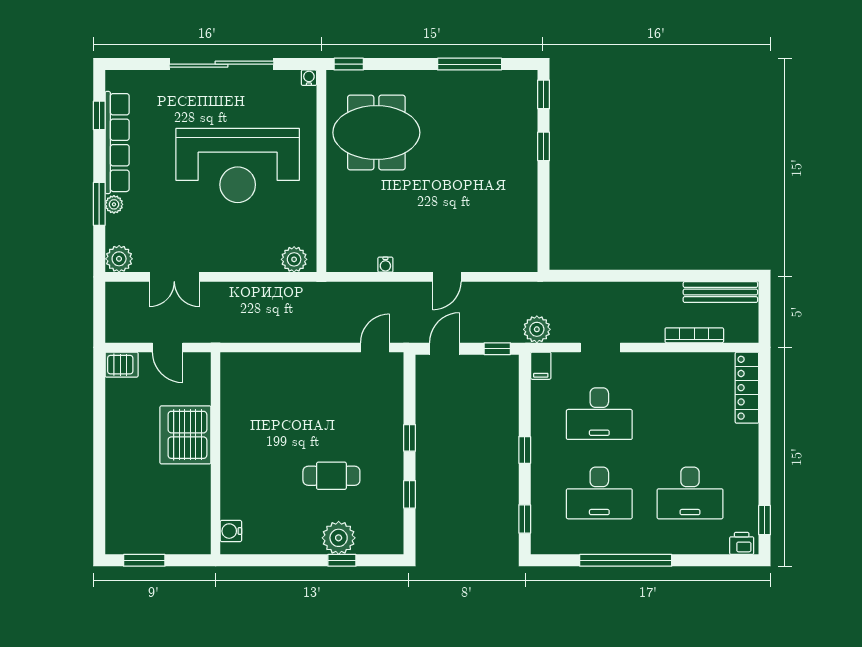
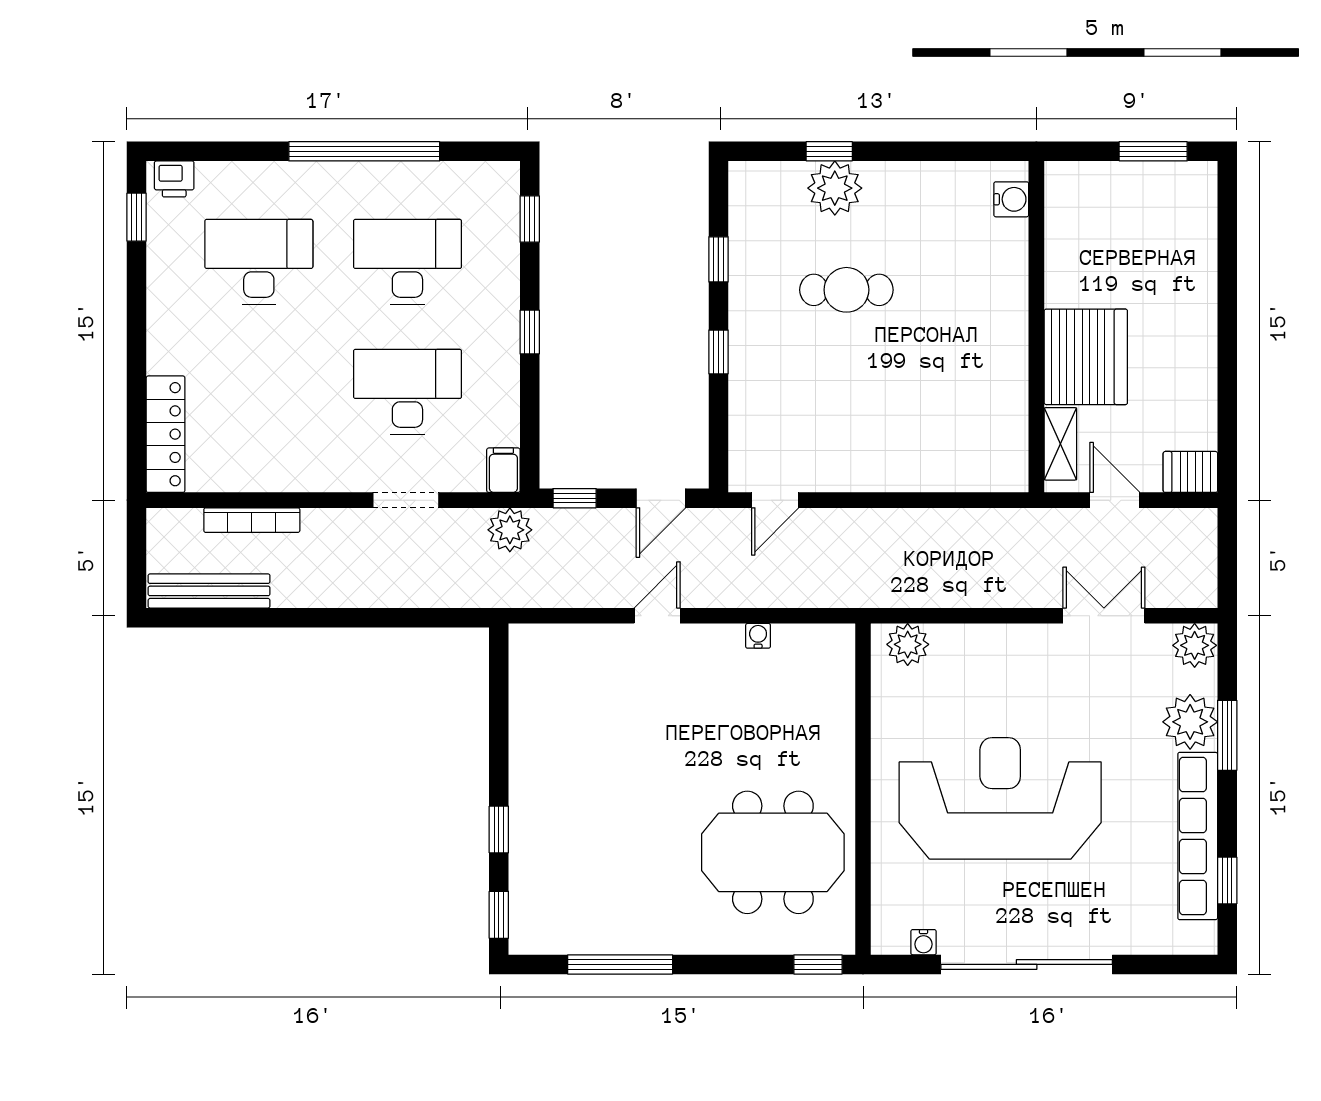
water cooler: (309, 78) -> (924, 942), moved
plant: (114, 204) -> (1190, 722), width x1.88, depth x1.88
shelving: (201, 382) -> (1060, 444), added

